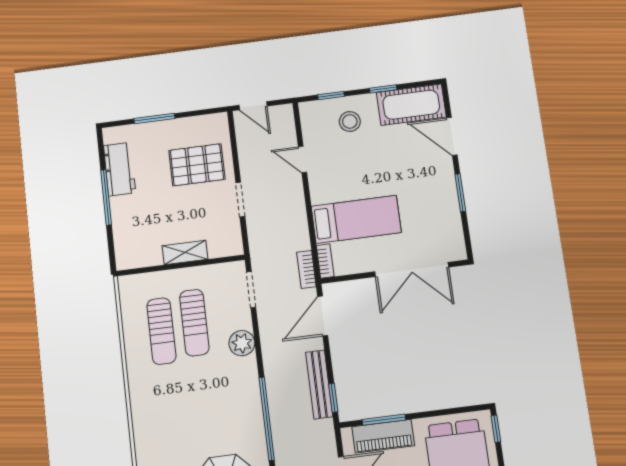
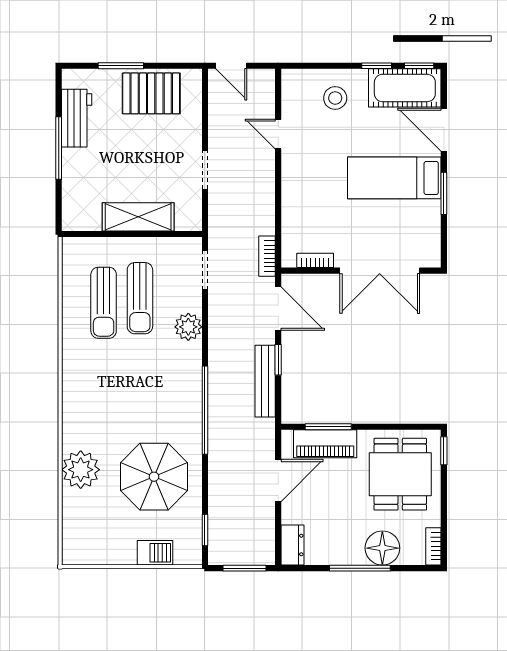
window: (331, 96) -> (419, 66), moved
pallet: (197, 165) -> (151, 93), moved
bed: (356, 219) -> (394, 178), moved, turned 180
shelving: (185, 252) -> (138, 217), width x1.50, depth x1.33
bookcase: (325, 261) -> (315, 260), moved, turned -90
door: (323, 316) -> (278, 309), swing flipped
window: (333, 398) -> (278, 360), moved

